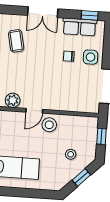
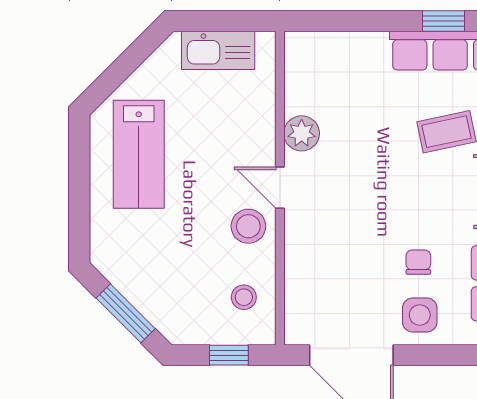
stool: (71, 154) -> (244, 297), moved
window: (81, 178) -> (126, 313), width x1.50

